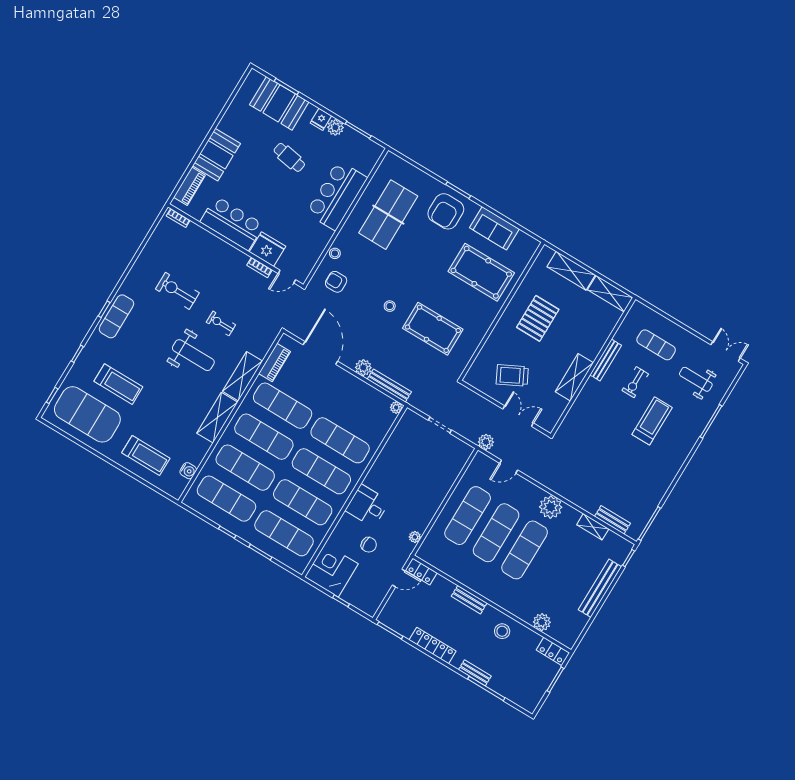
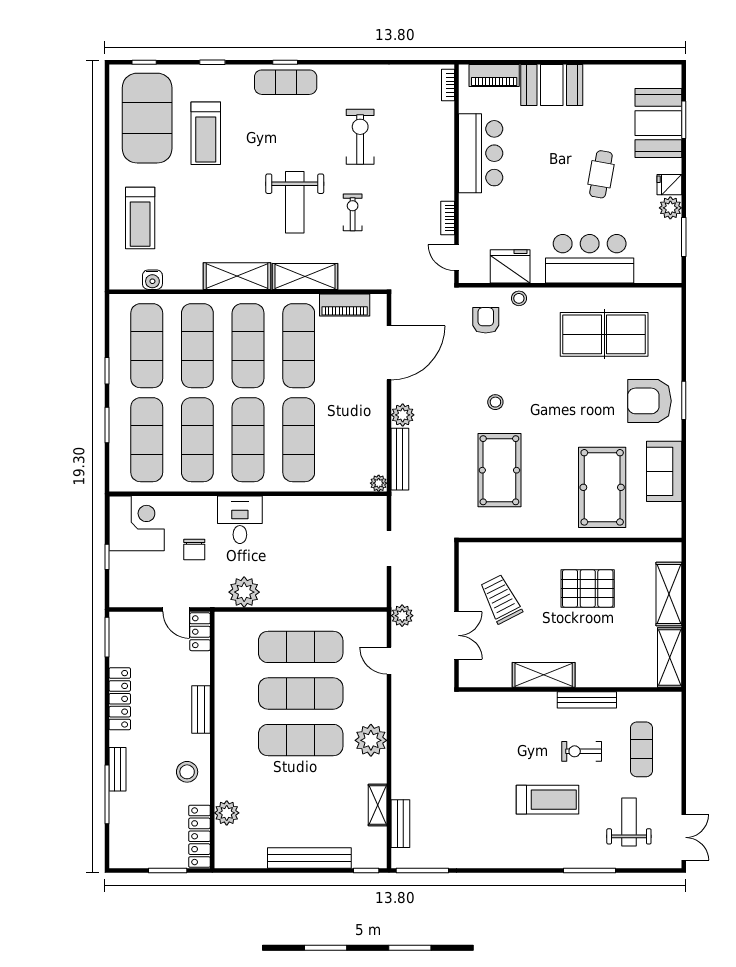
fridge: (267, 249) -> (510, 266), moved, turned -90
plant: (415, 537) -> (244, 592), width x1.87, depth x1.87
locker: (553, 651) -> (199, 836), width x1.53

